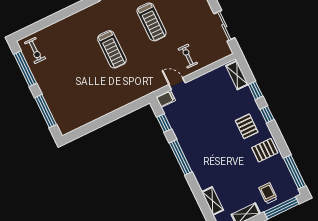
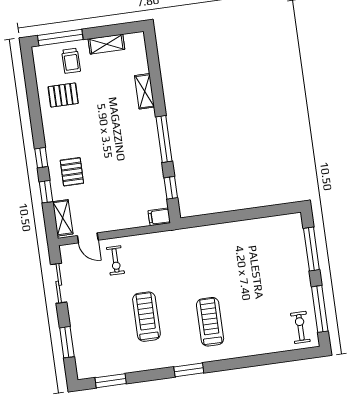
treadmill: (112, 49) -> (210, 322), moved
door: (177, 84) -> (88, 238), moved
pallet: (247, 126) -> (72, 172), moved
pallet: (265, 150) -> (63, 95), moved
window: (295, 172) -> (30, 76), removed
shelving: (213, 201) -> (145, 91), moved

